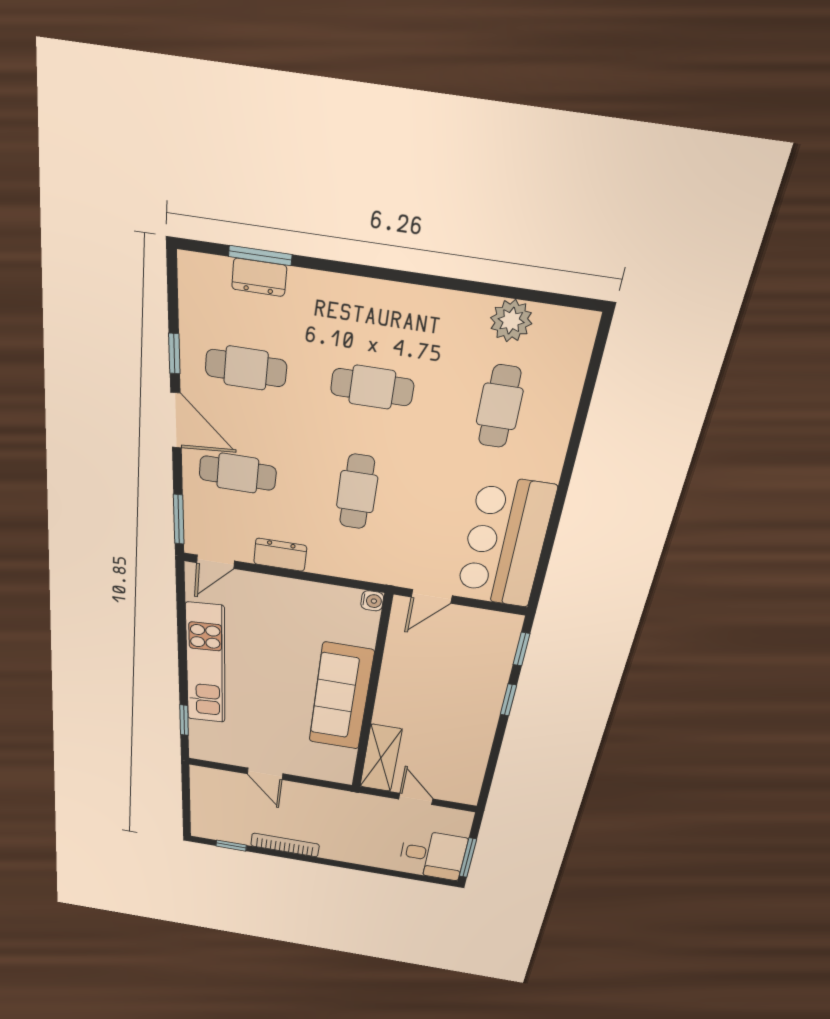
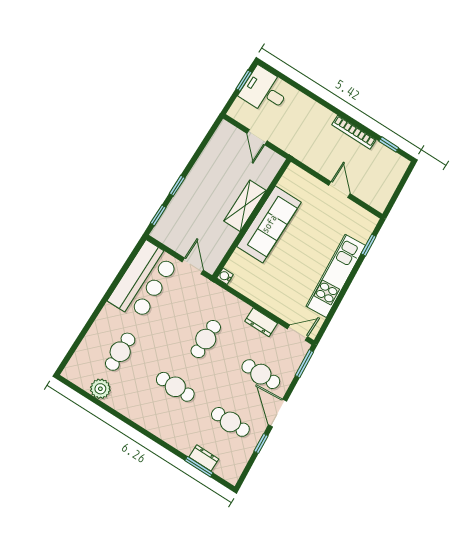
door: (432, 596) -> (193, 266), hinge flipped
shelving: (381, 758) -> (245, 206), moved
window: (468, 858) -> (244, 81), width x0.67

